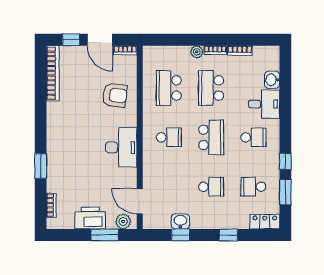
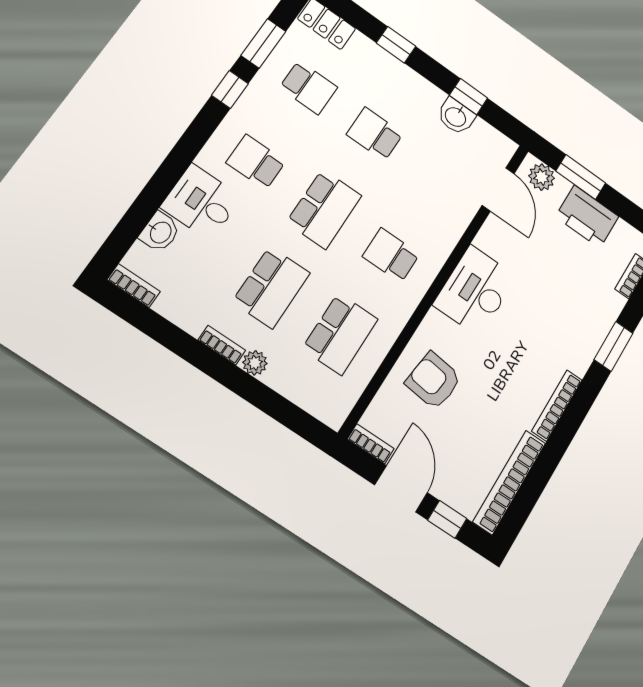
bookcase: (240, 50) -> (134, 286), moved
bookcase: (51, 121) -> (557, 405), added
school desk: (211, 137) -> (324, 209), turned 180

